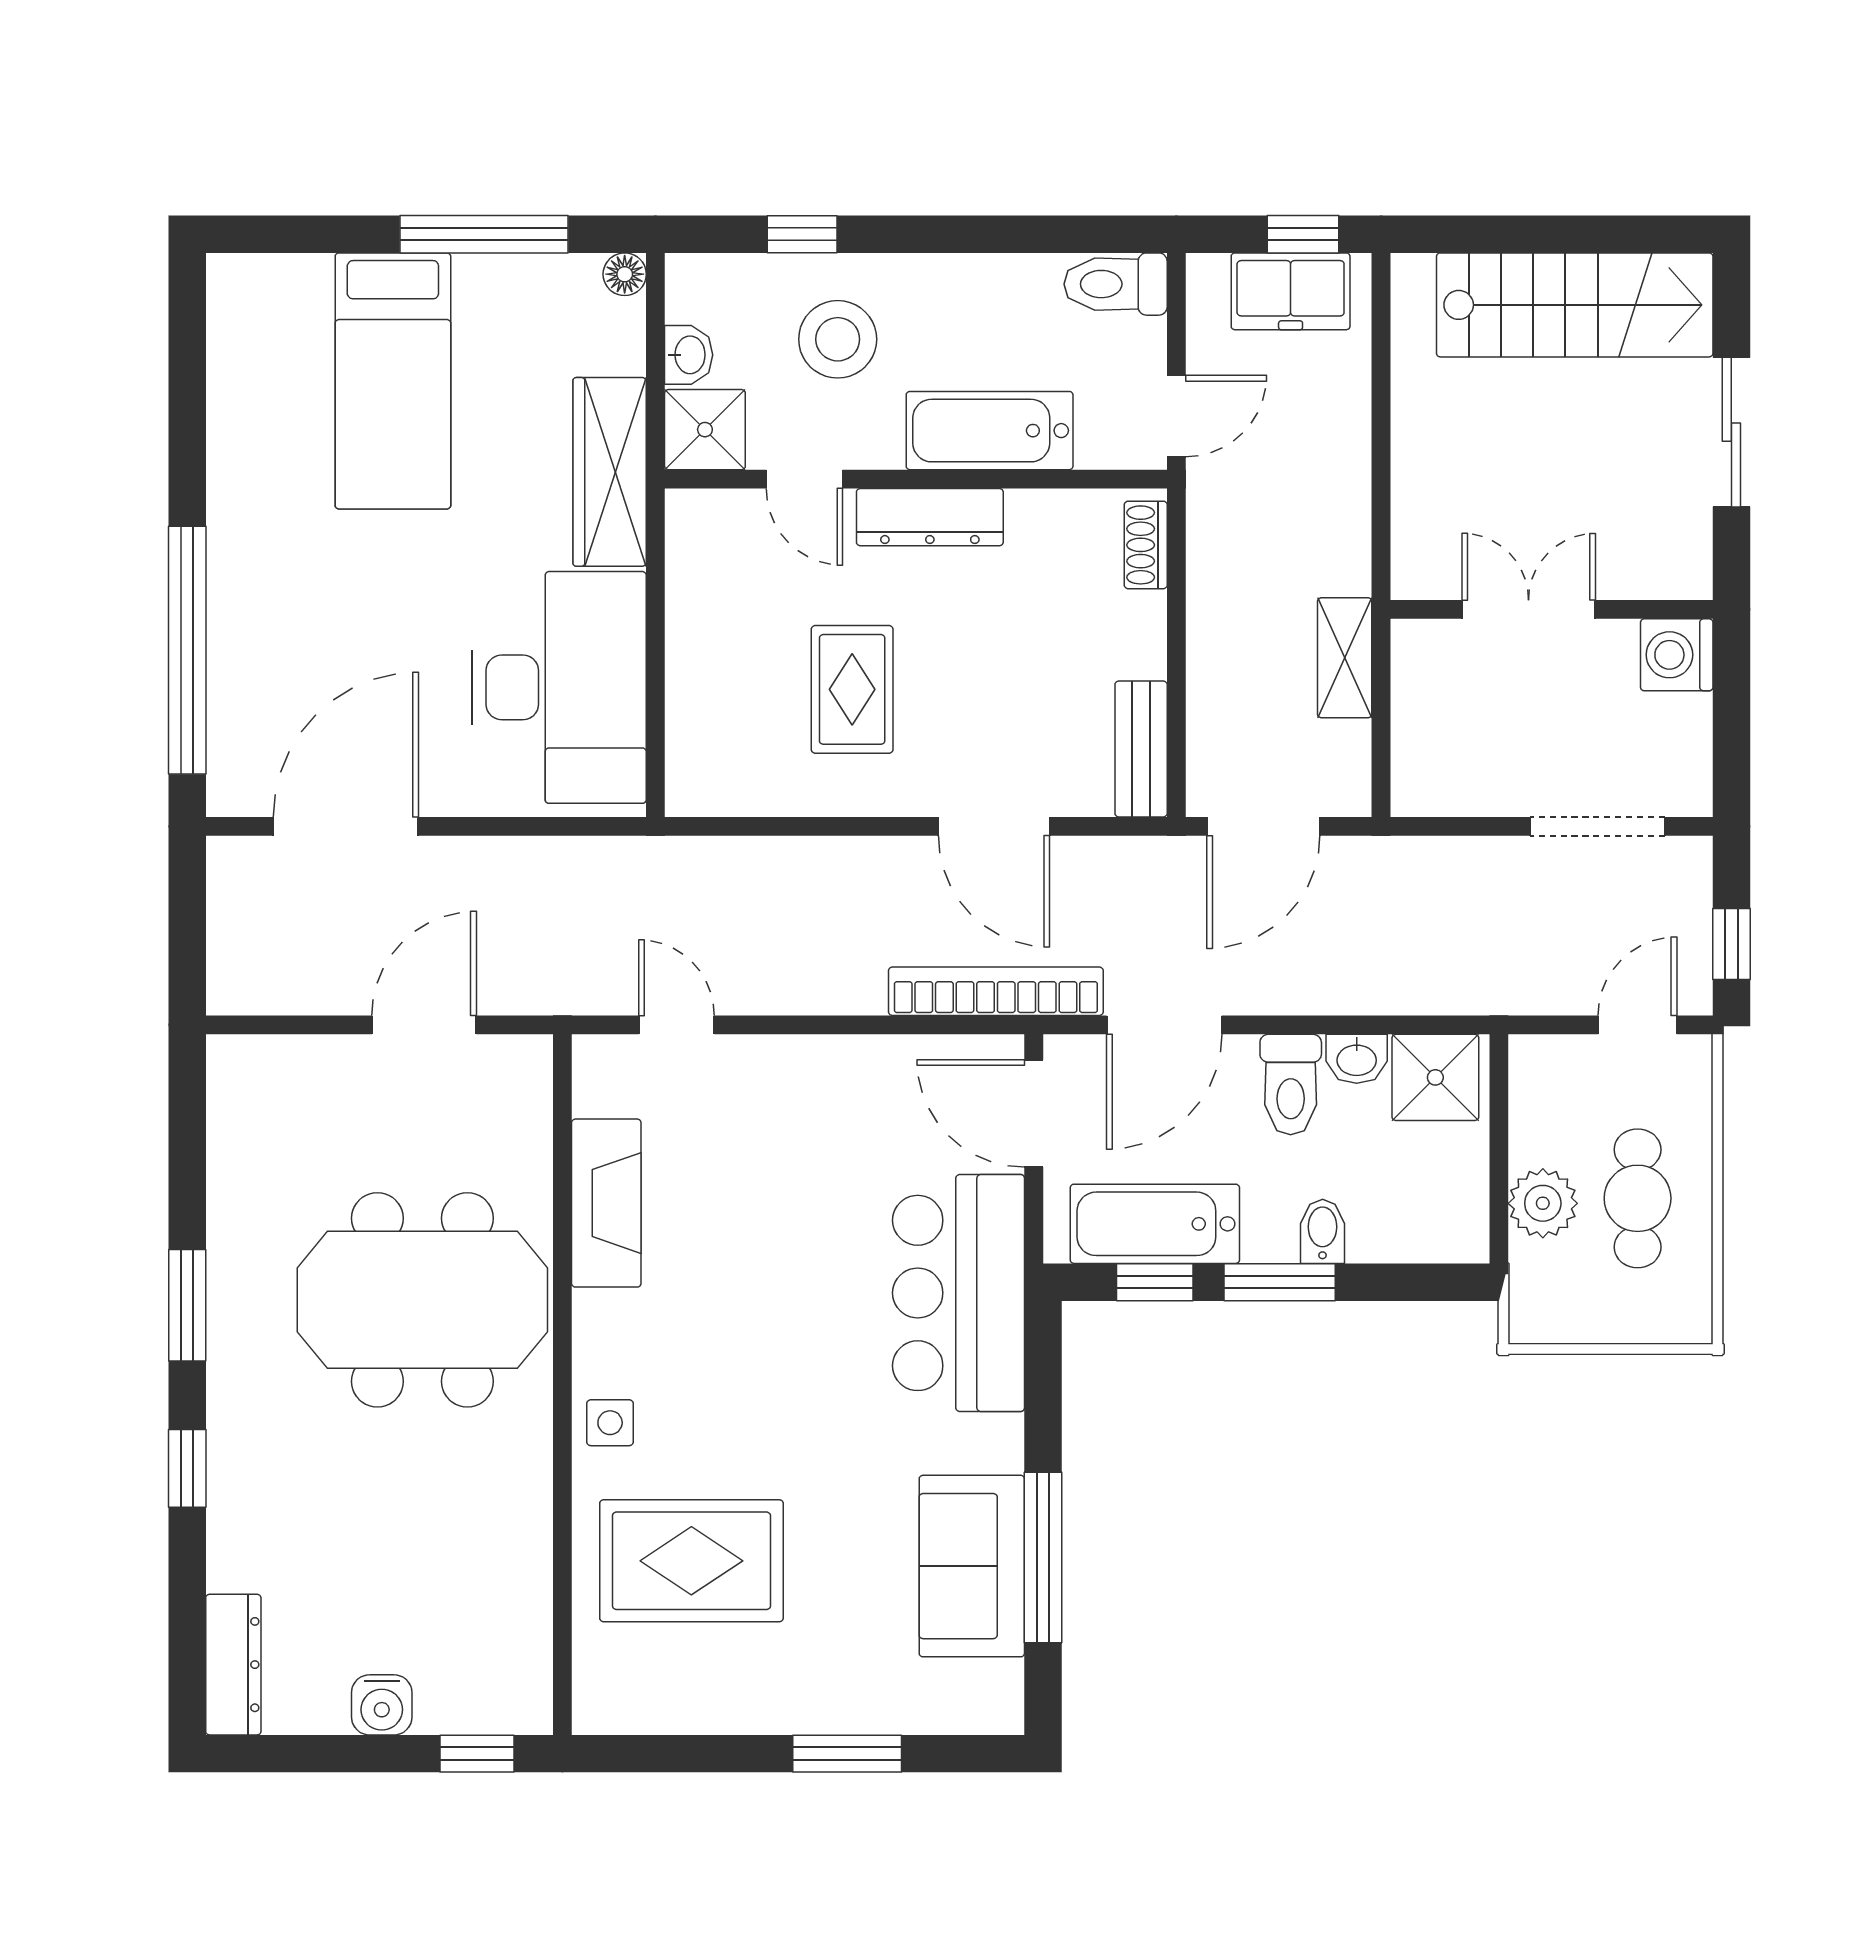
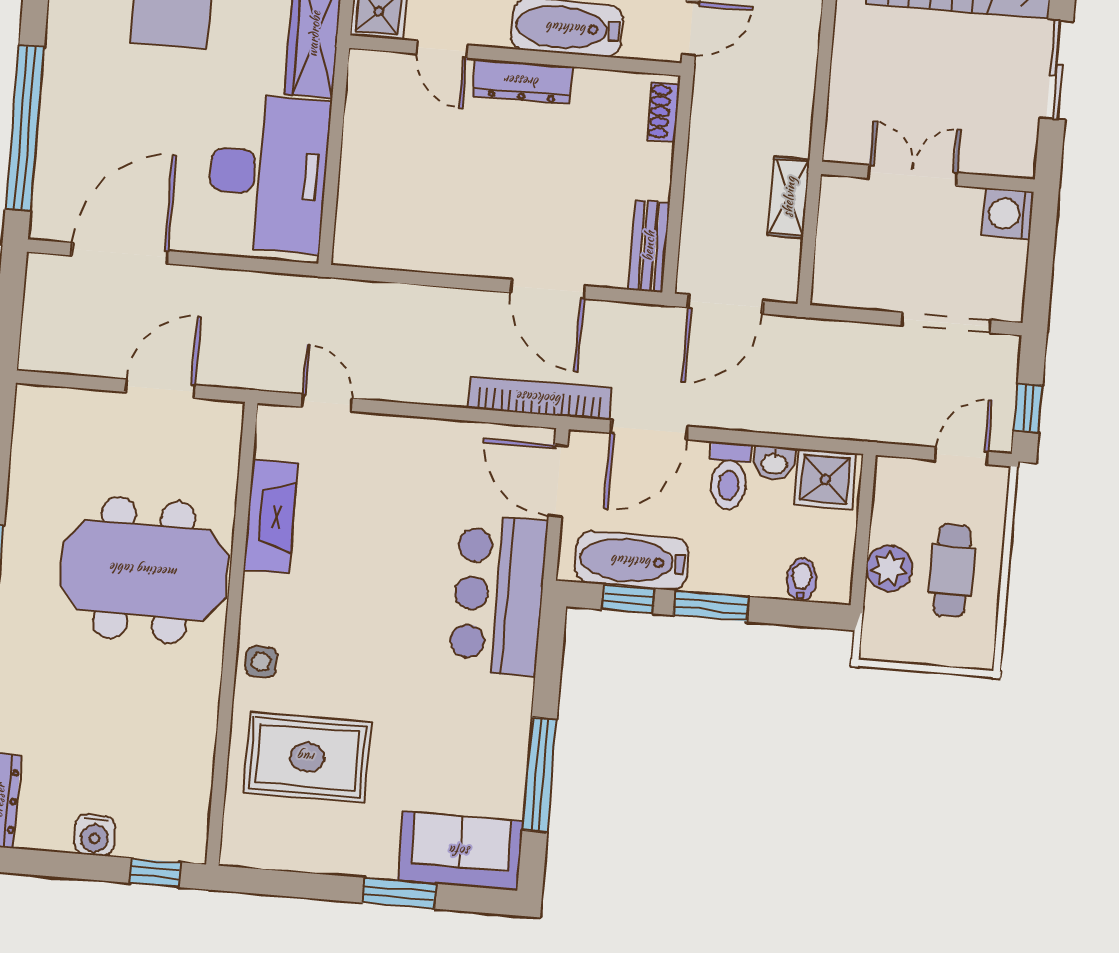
rug: (852, 689) -> (462, 191), removed
bidet: (1323, 1231) -> (802, 580), moved
sofa: (972, 1566) -> (460, 851), moved, turned 90

